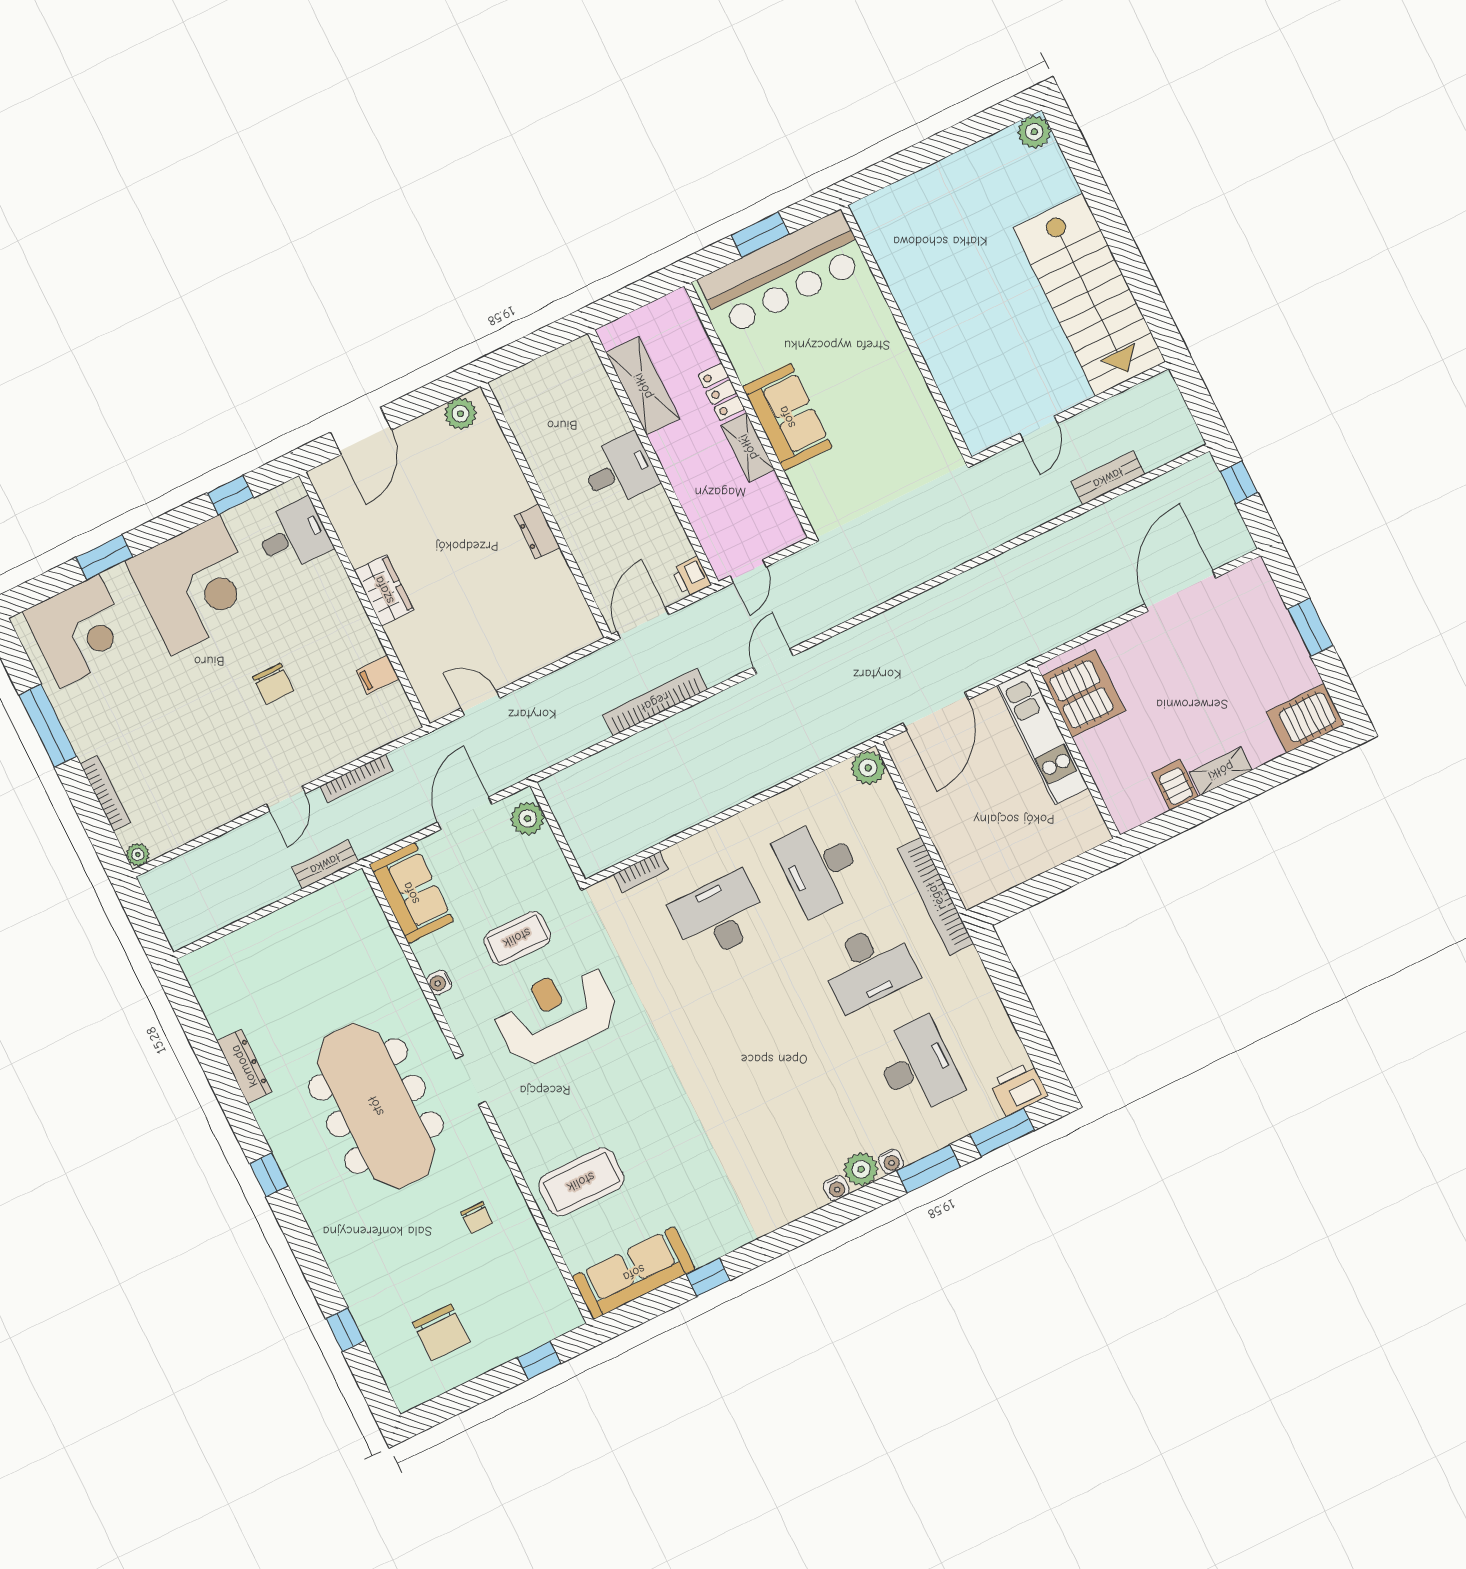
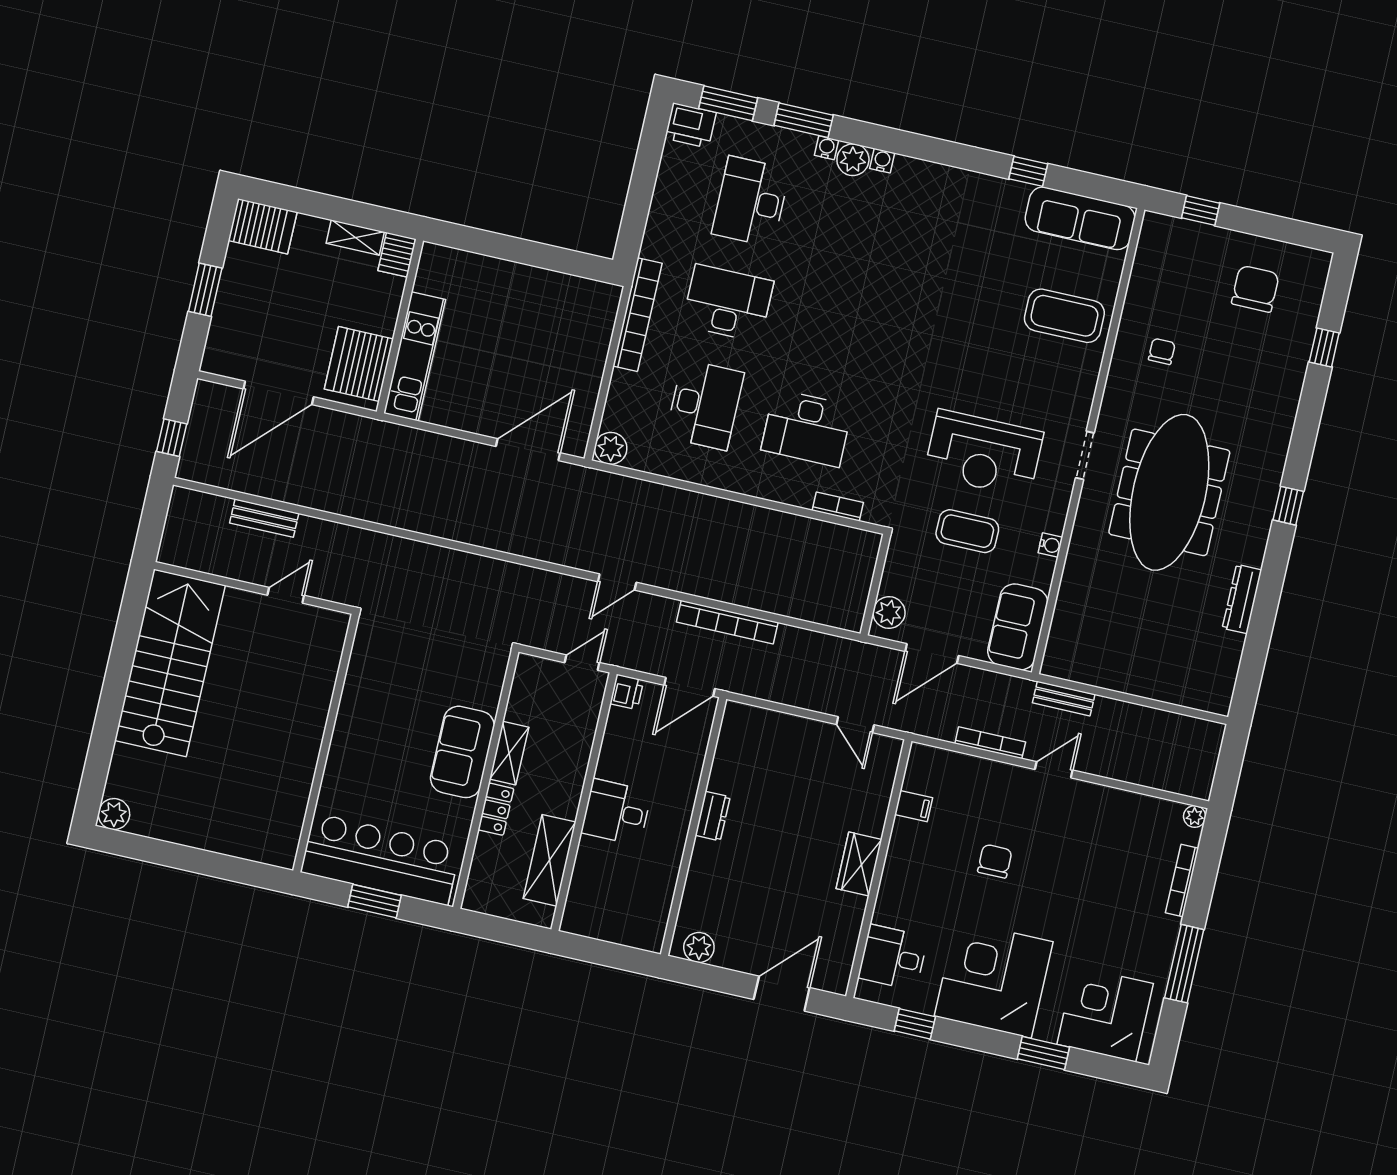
server rack: (1084, 693) -> (359, 364), moved
kitchen unit: (1043, 737) -> (415, 356), moved
wall: (1075, 752) -> (400, 326), moved

